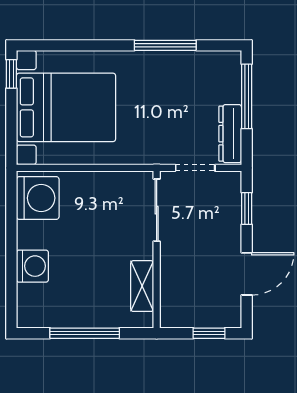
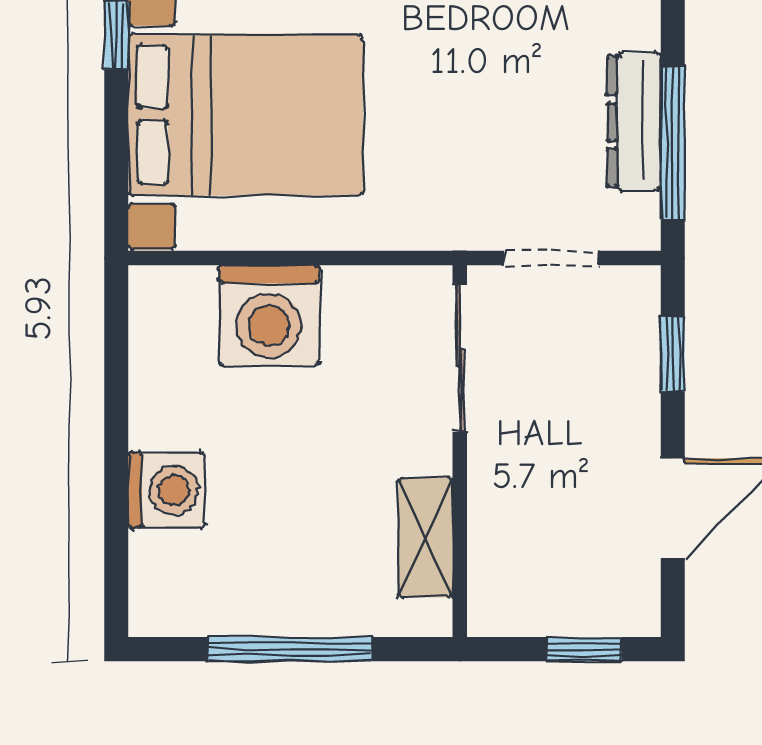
window: (247, 96) -> (673, 143), moved
dresser: (230, 134) -> (634, 122), moved
washing machine: (38, 198) -> (269, 316), moved, turned 90

